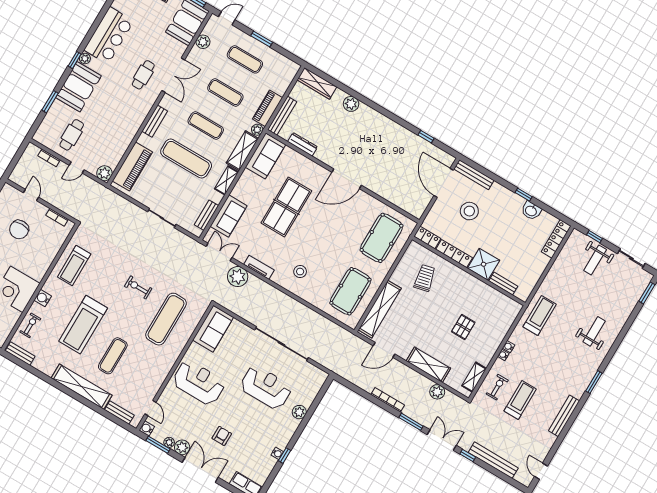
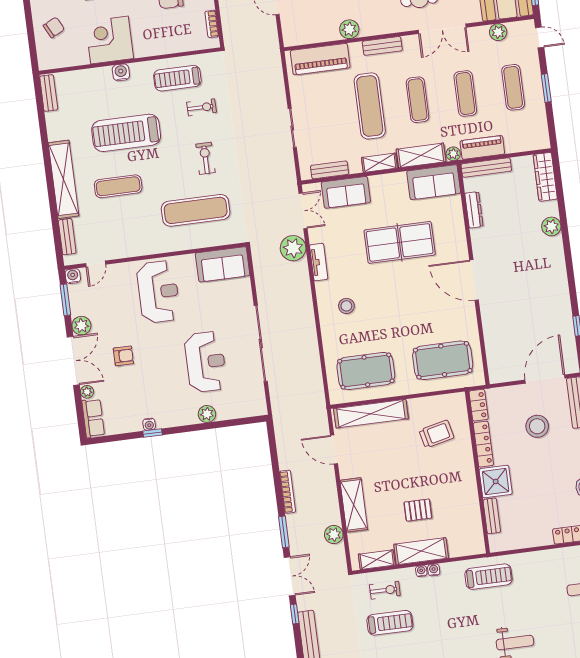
plant: (104, 173) -> (349, 29), moved
exercise bike: (30, 325) -> (202, 107), moved
shelving: (491, 345) -> (421, 551), added
plant: (169, 442) -> (87, 392), moved

